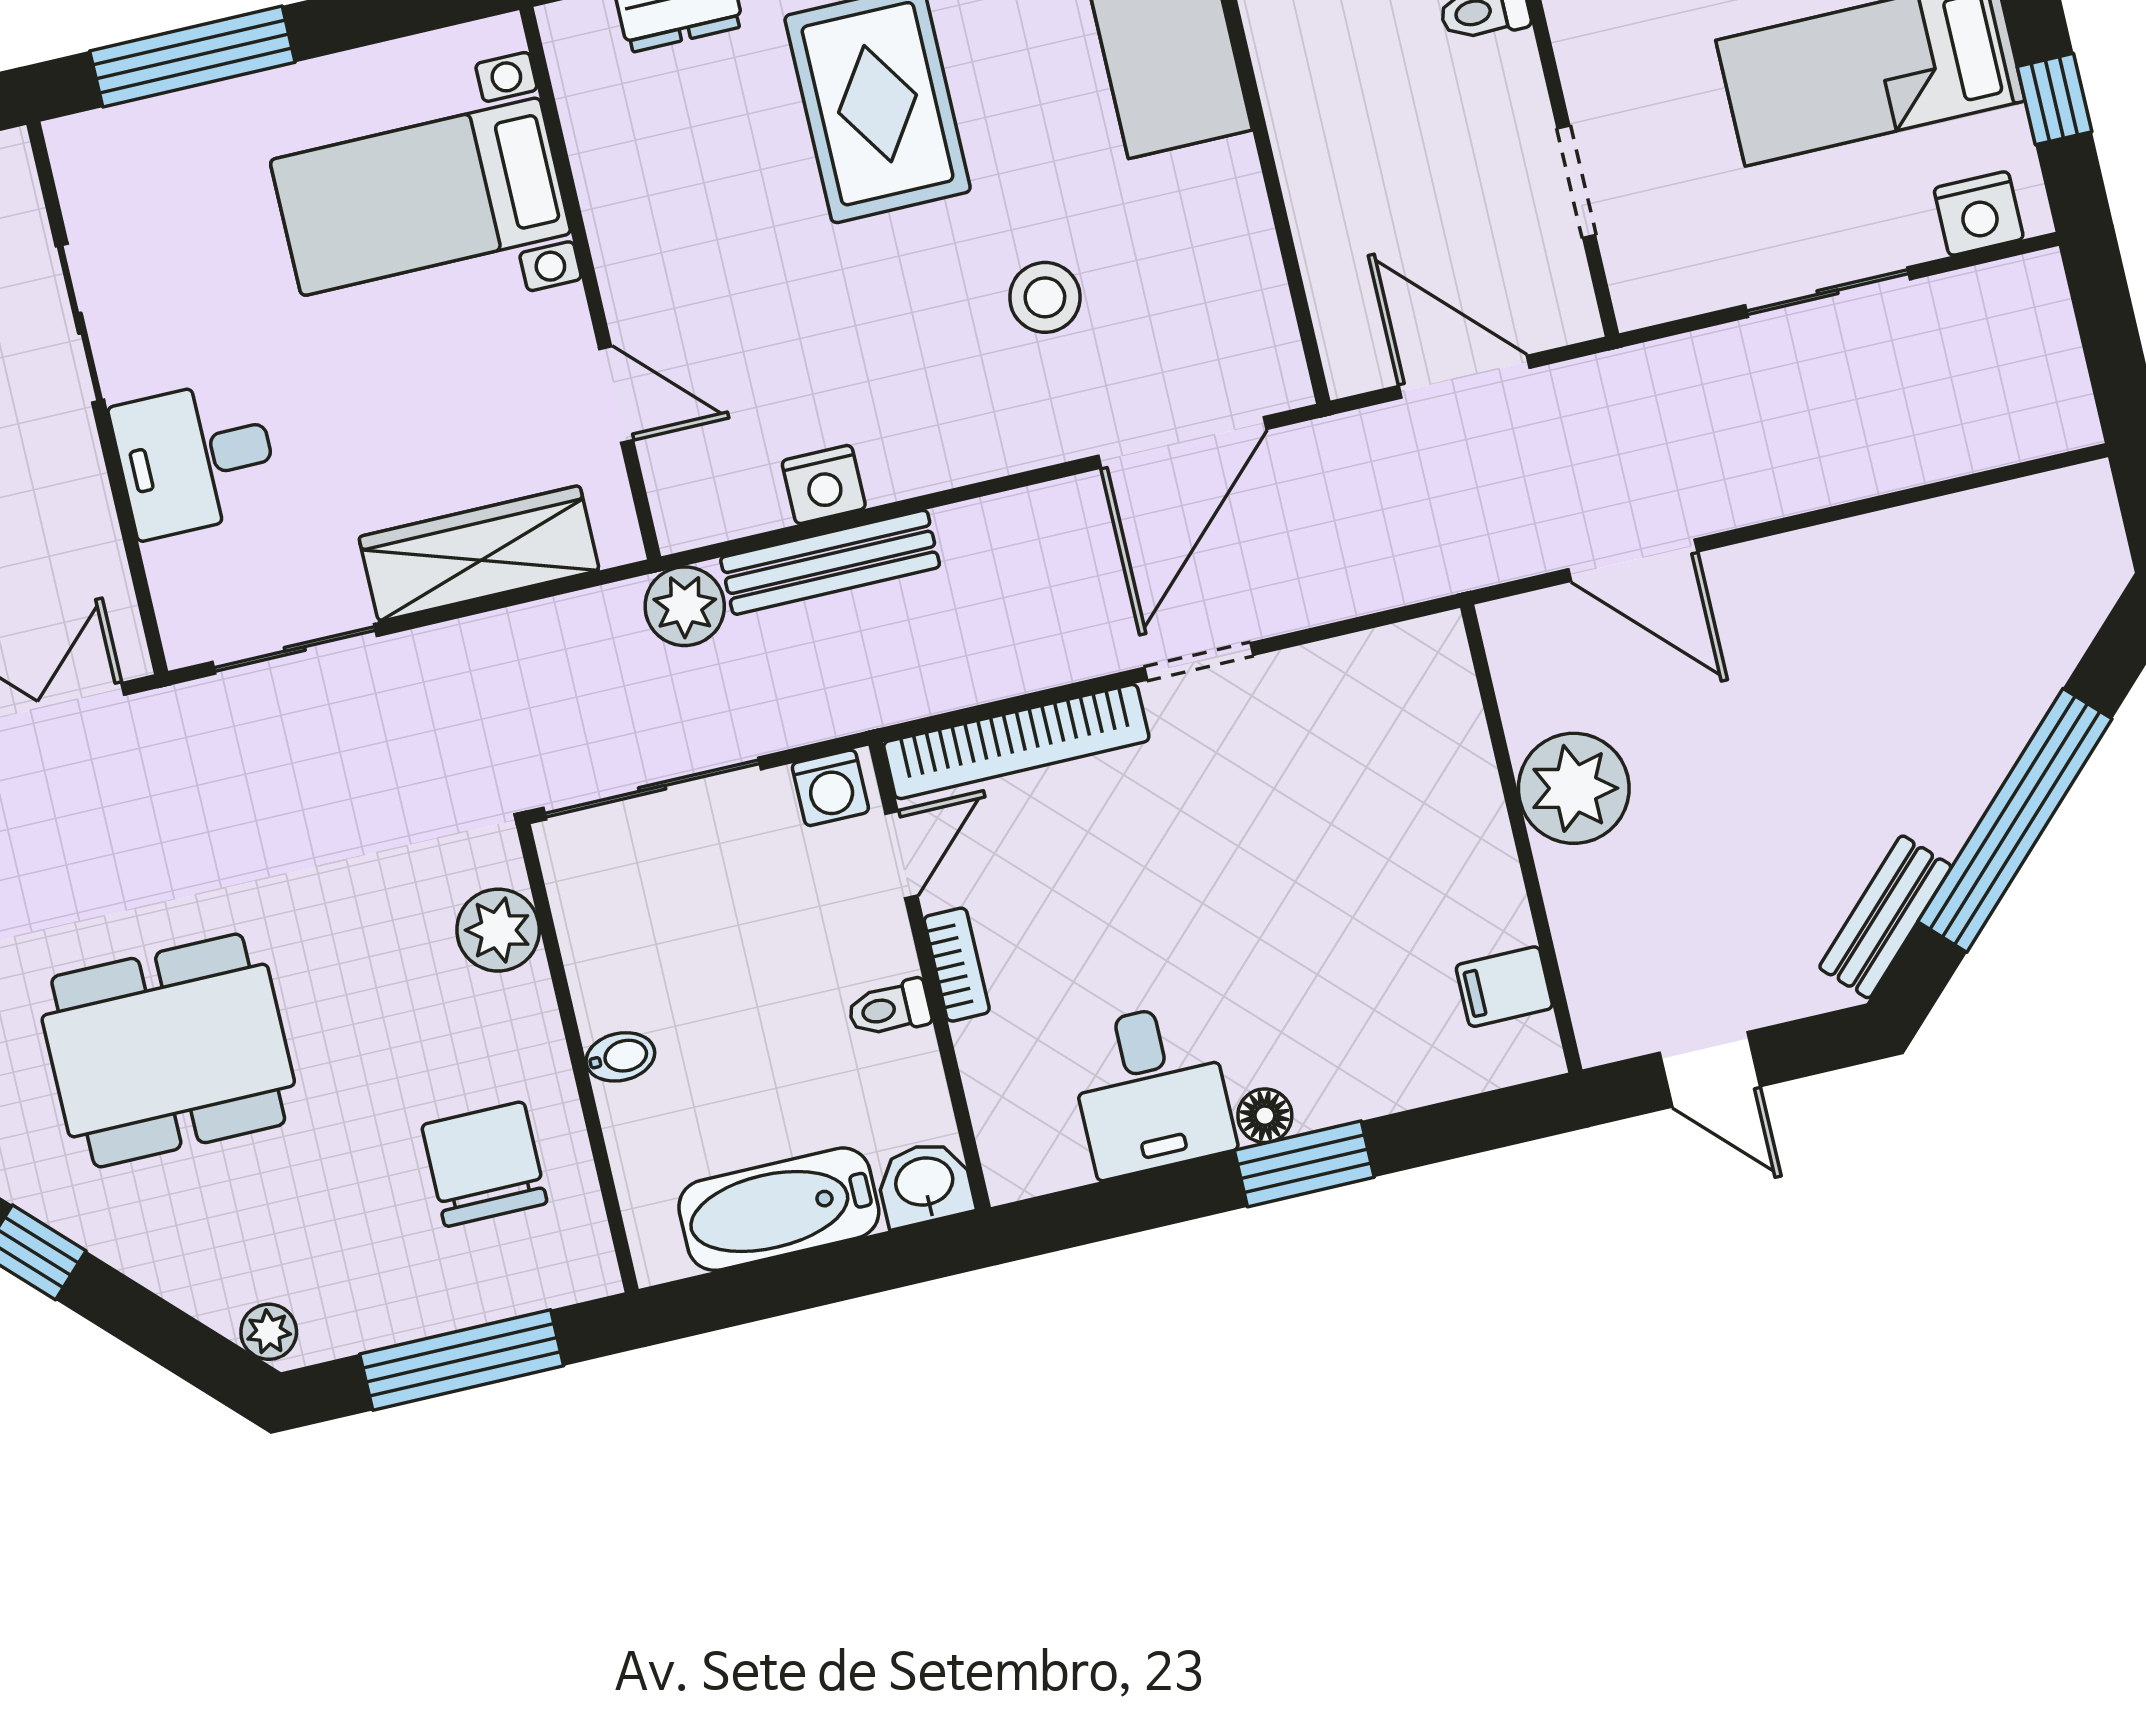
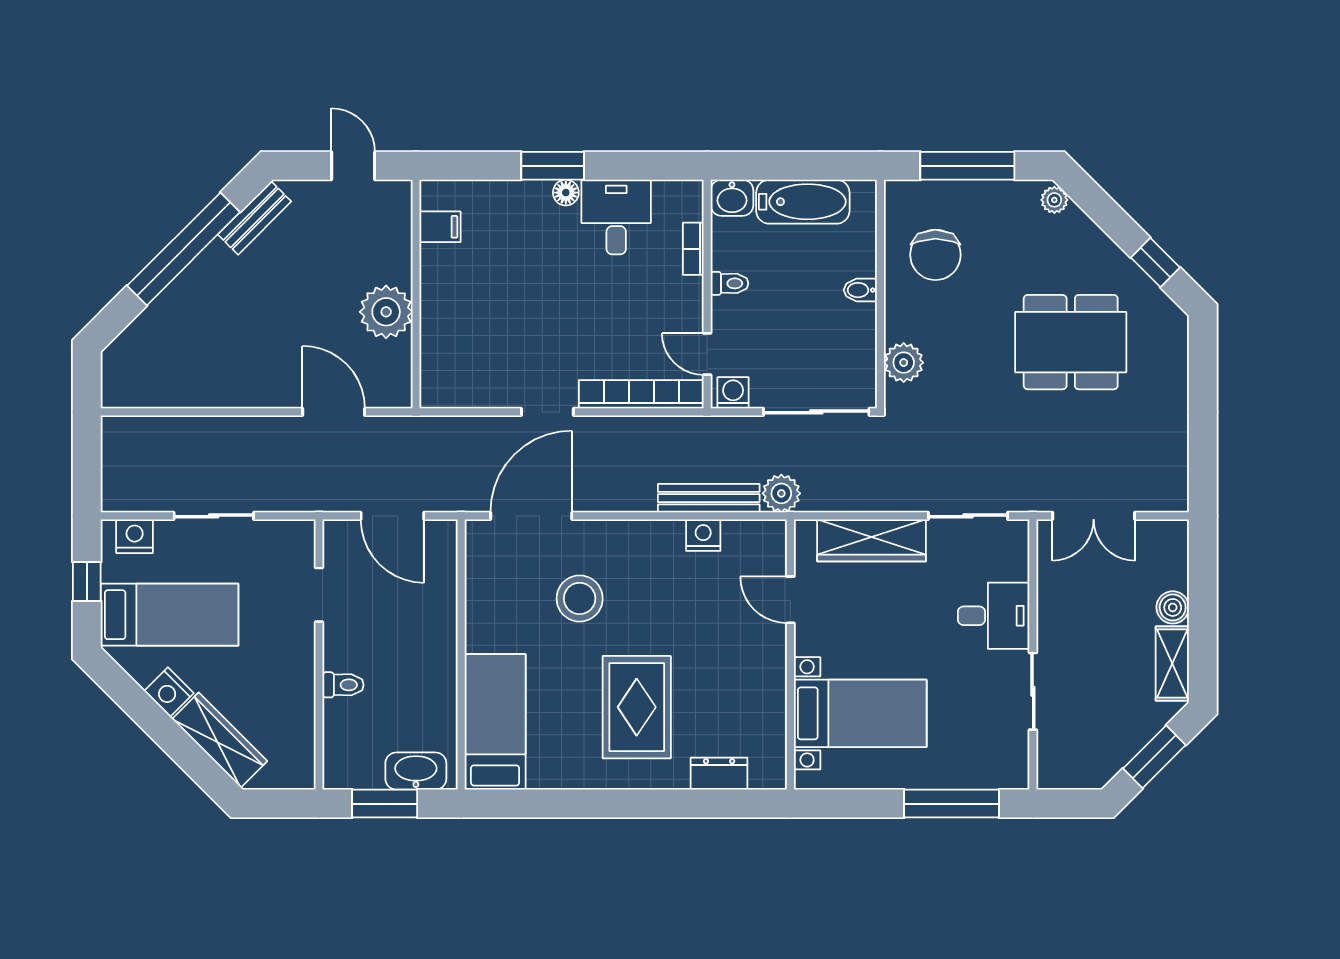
stool: (1045, 297) -> (580, 598), width x1.38, depth x1.38
door: (901, 855) -> (707, 354), hinge flipped
bookcase: (957, 965) -> (693, 249), moved

